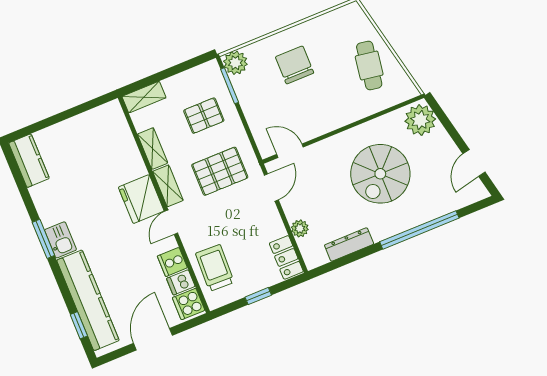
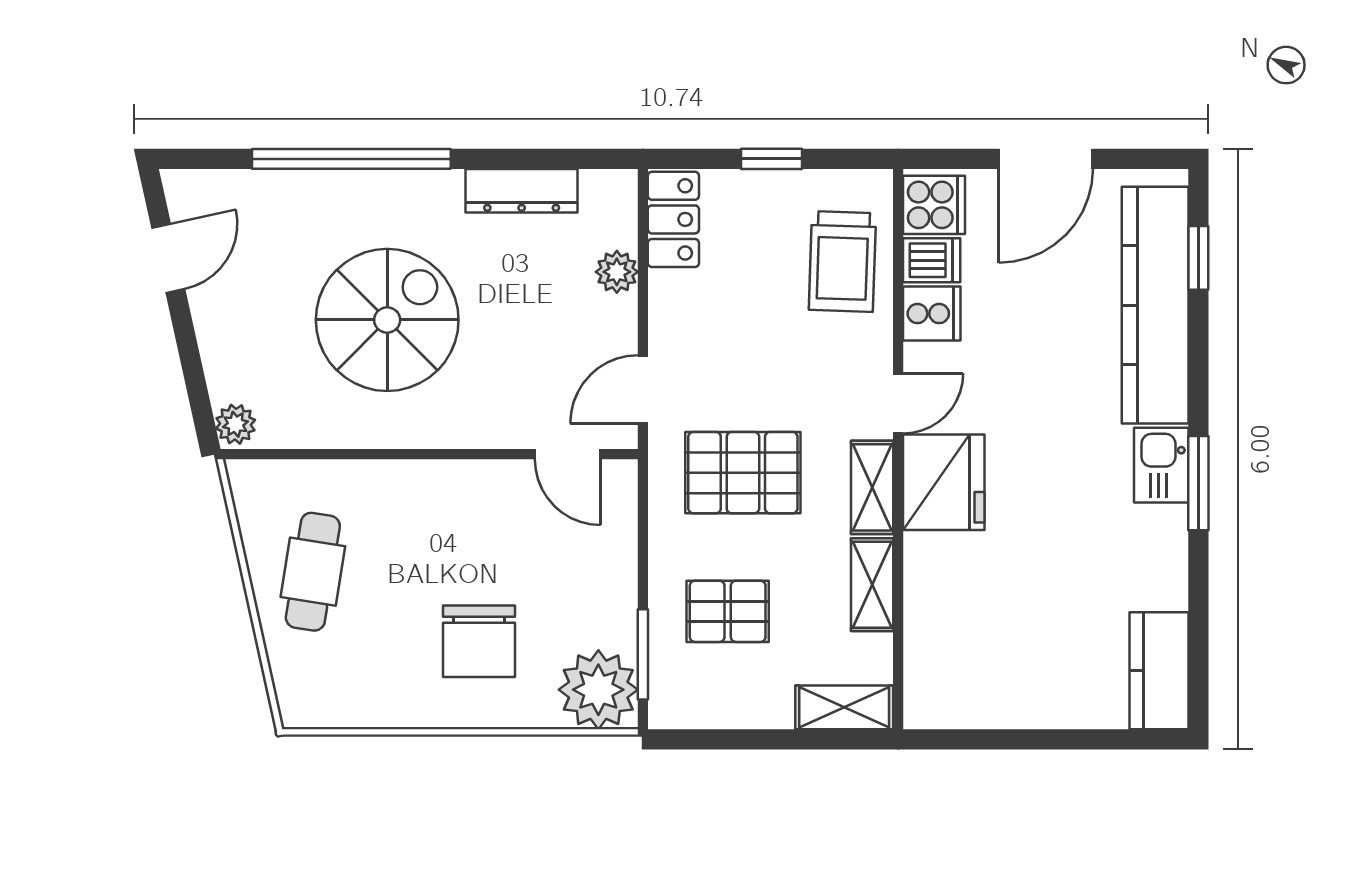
plant: (235, 63) -> (598, 690), width x1.36, depth x1.36
plant: (420, 120) -> (235, 424), width x0.53, depth x0.53

